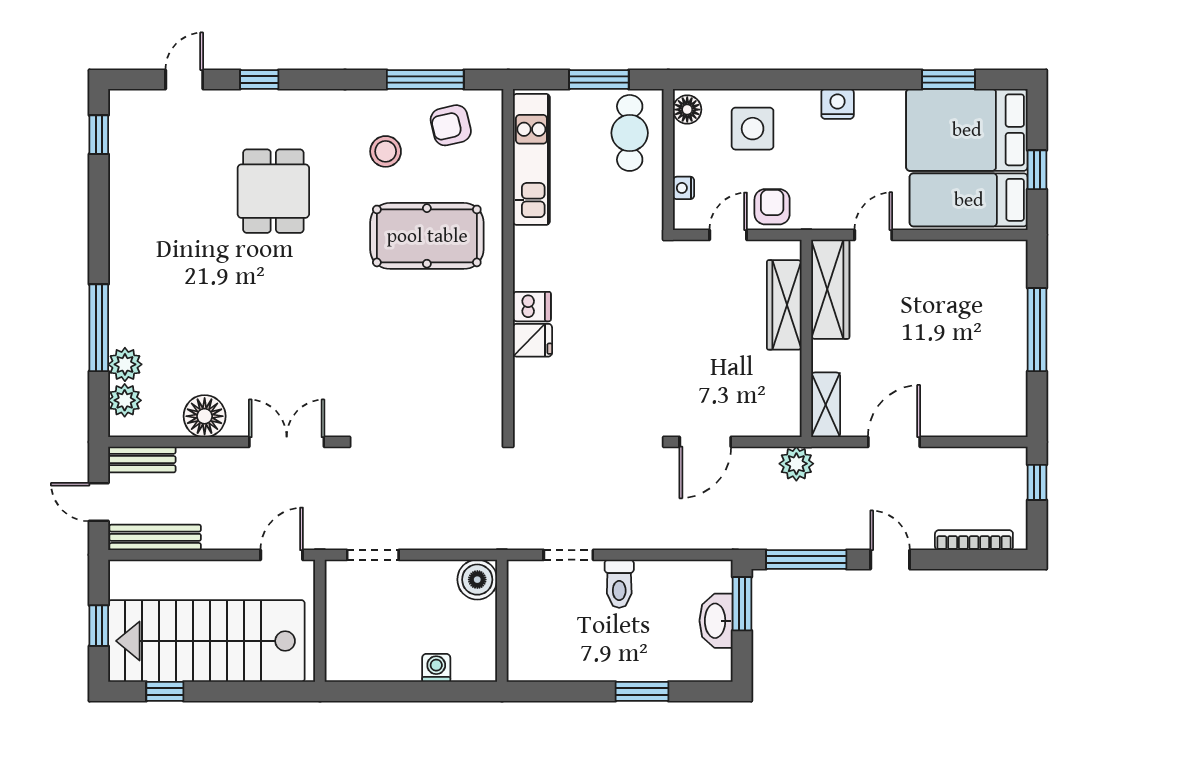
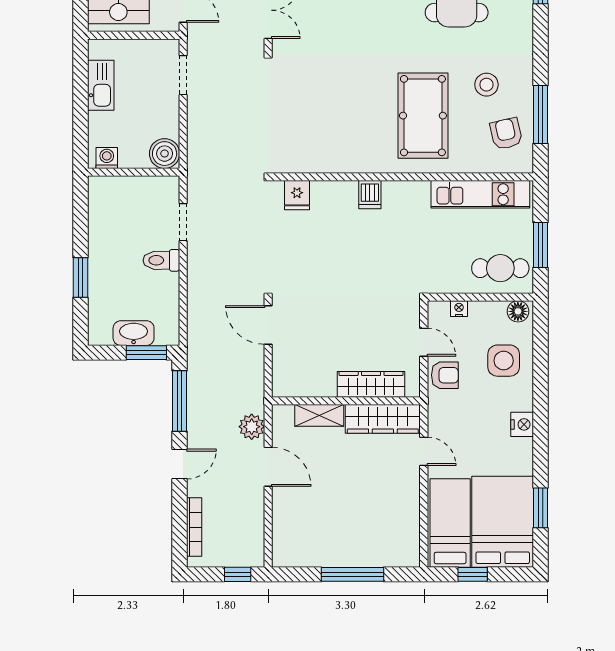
fridge: (532, 340) -> (297, 195), moved
shelving: (826, 405) -> (319, 415), moved
plant: (796, 464) -> (252, 427), moved
kitchen sink: (386, 664) -> (101, 85), added
washing machine: (436, 668) -> (107, 158), moved, turned -90

